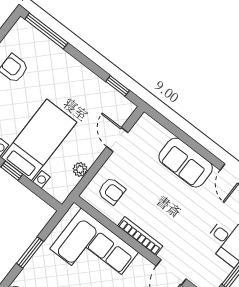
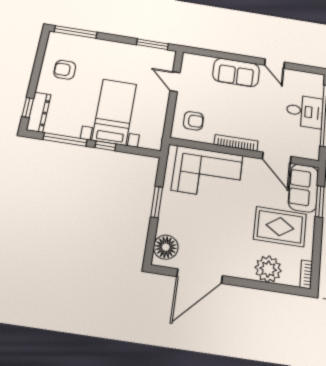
window: (118, 86) -> (152, 44), width x1.50
plant: (80, 169) -> (159, 117), removed

